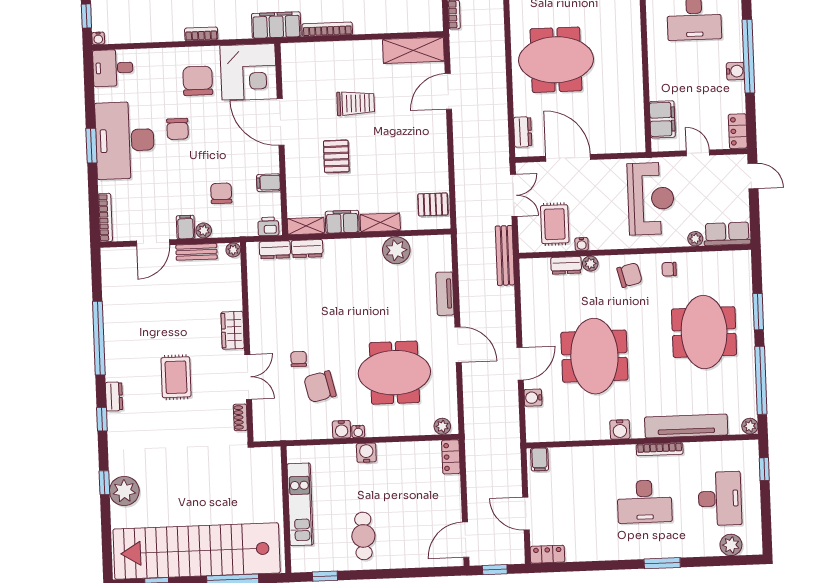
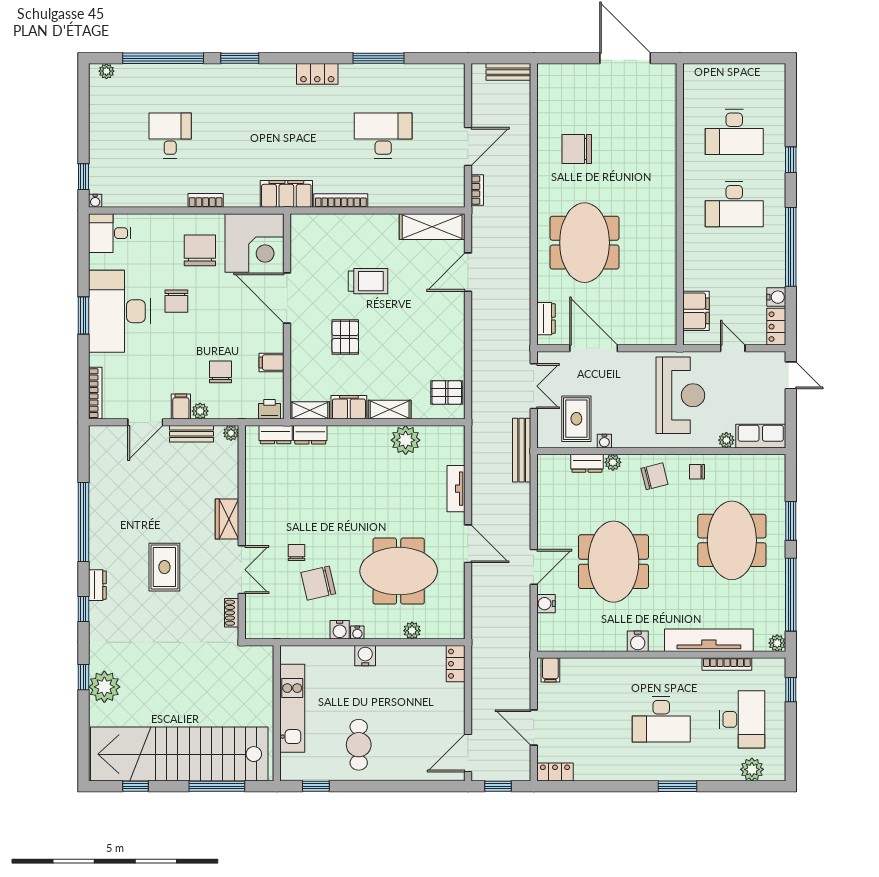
meeting table: (556, 60) -> (585, 243), turned 90
water cooler: (735, 71) -> (776, 297), moved
plant: (442, 426) -> (412, 631), moved
bookcase: (660, 449) -> (727, 664), moved

